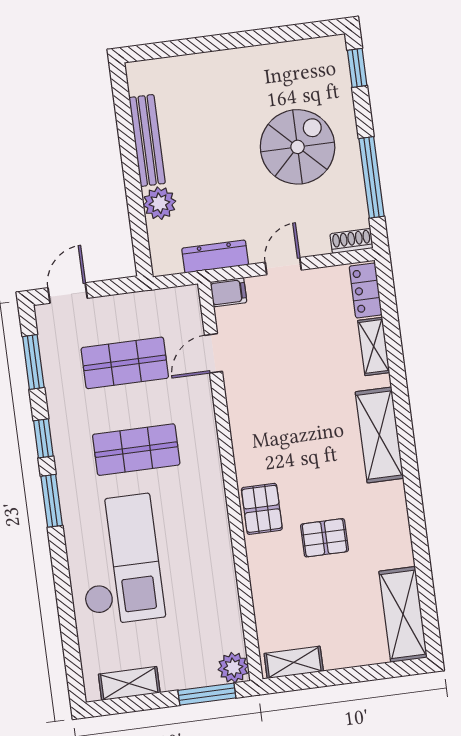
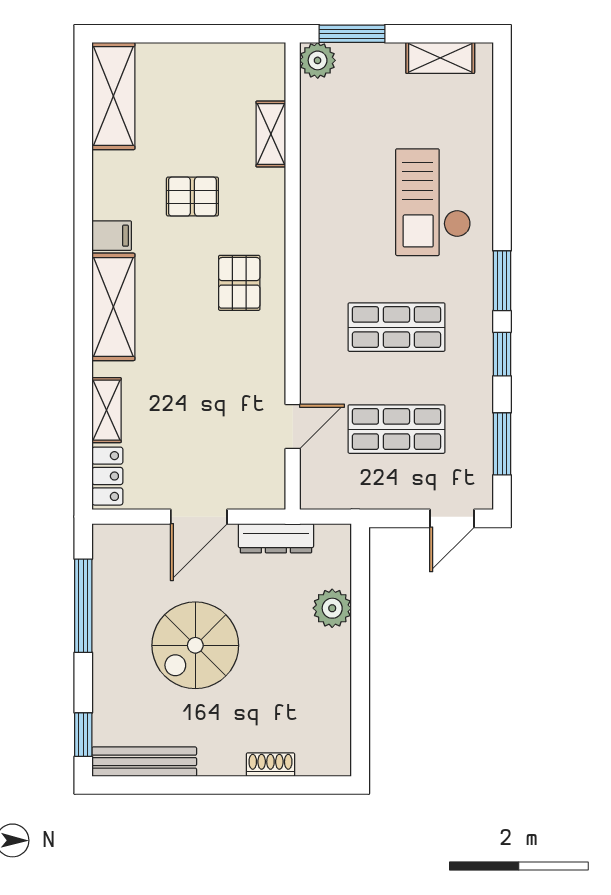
bench: (147, 140) -> (144, 762), moved, turned 90
spiral stairs: (298, 147) -> (195, 645), moved
shoe rack: (352, 241) -> (270, 765), moved, turned 180
door: (283, 266) -> (199, 517), width x1.38
filing cabinet: (229, 292) -> (112, 236), moved, turned 180
pallet: (262, 509) -> (239, 283), moved
checkout: (119, 560) -> (433, 202), width x0.73, depth x0.83
shelving: (294, 662) -> (271, 134), moved, turned 90

